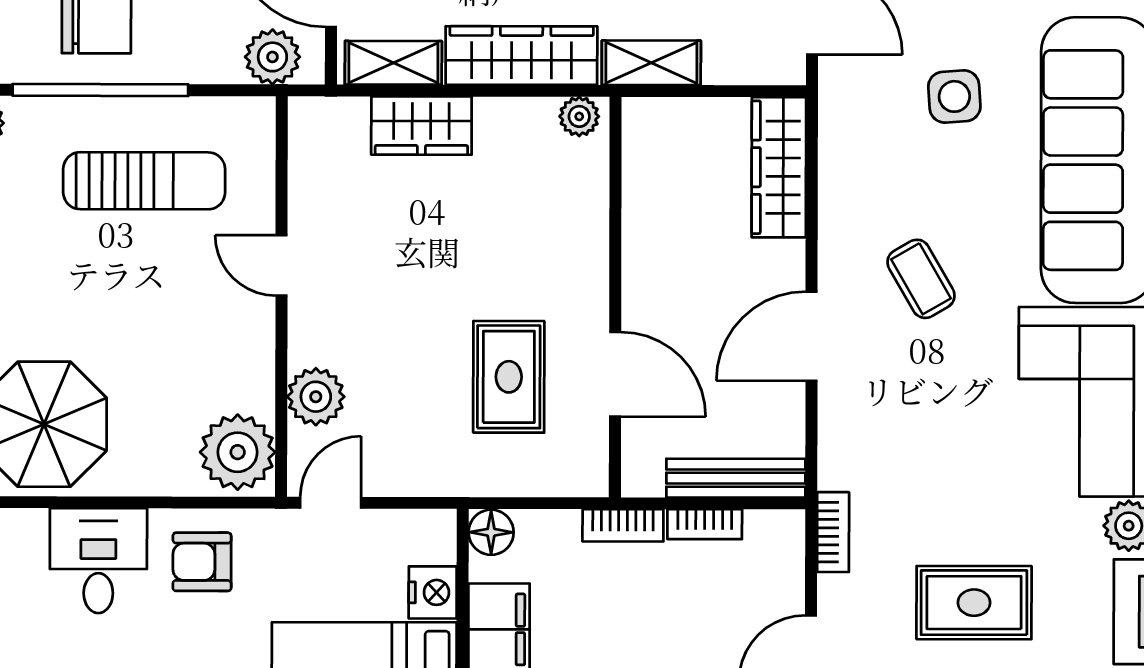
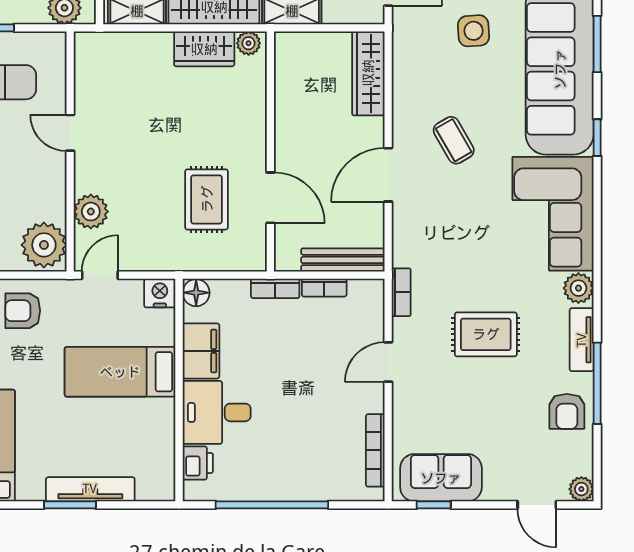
wardrobe: (421, 126) -> (204, 49), moved
nightstand: (433, 592) -> (160, 293), moved, turned -90

